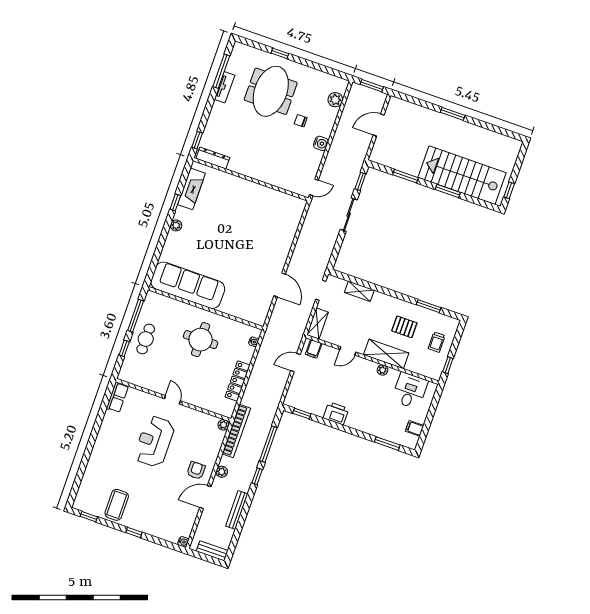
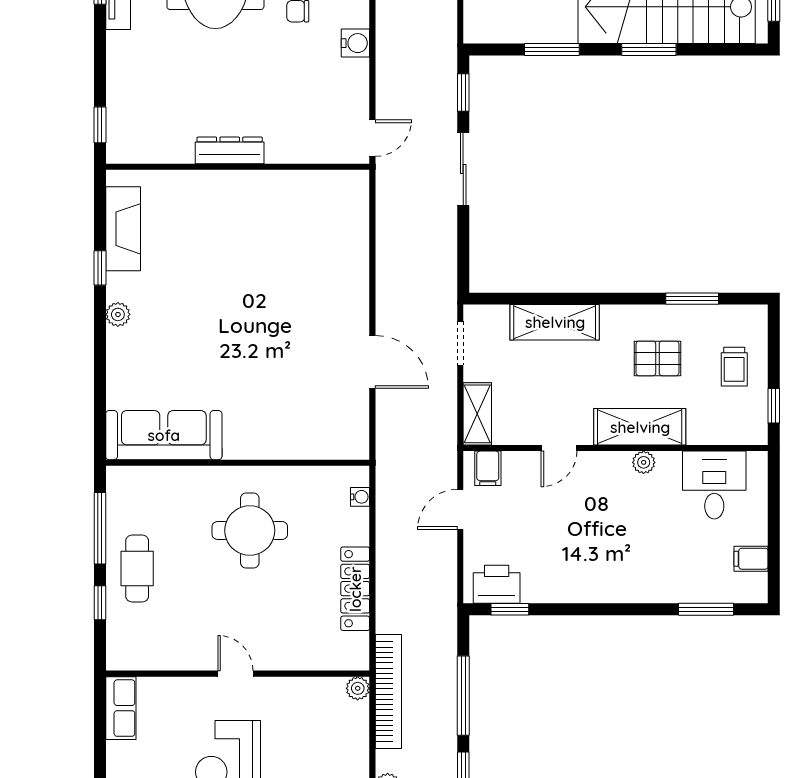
dresser: (213, 158) -> (230, 150), moved
sofa: (188, 285) -> (164, 435), width x0.74, depth x0.79
shelving: (359, 291) -> (555, 322), width x1.50, depth x1.33
printer: (336, 413) -> (497, 584), moved

